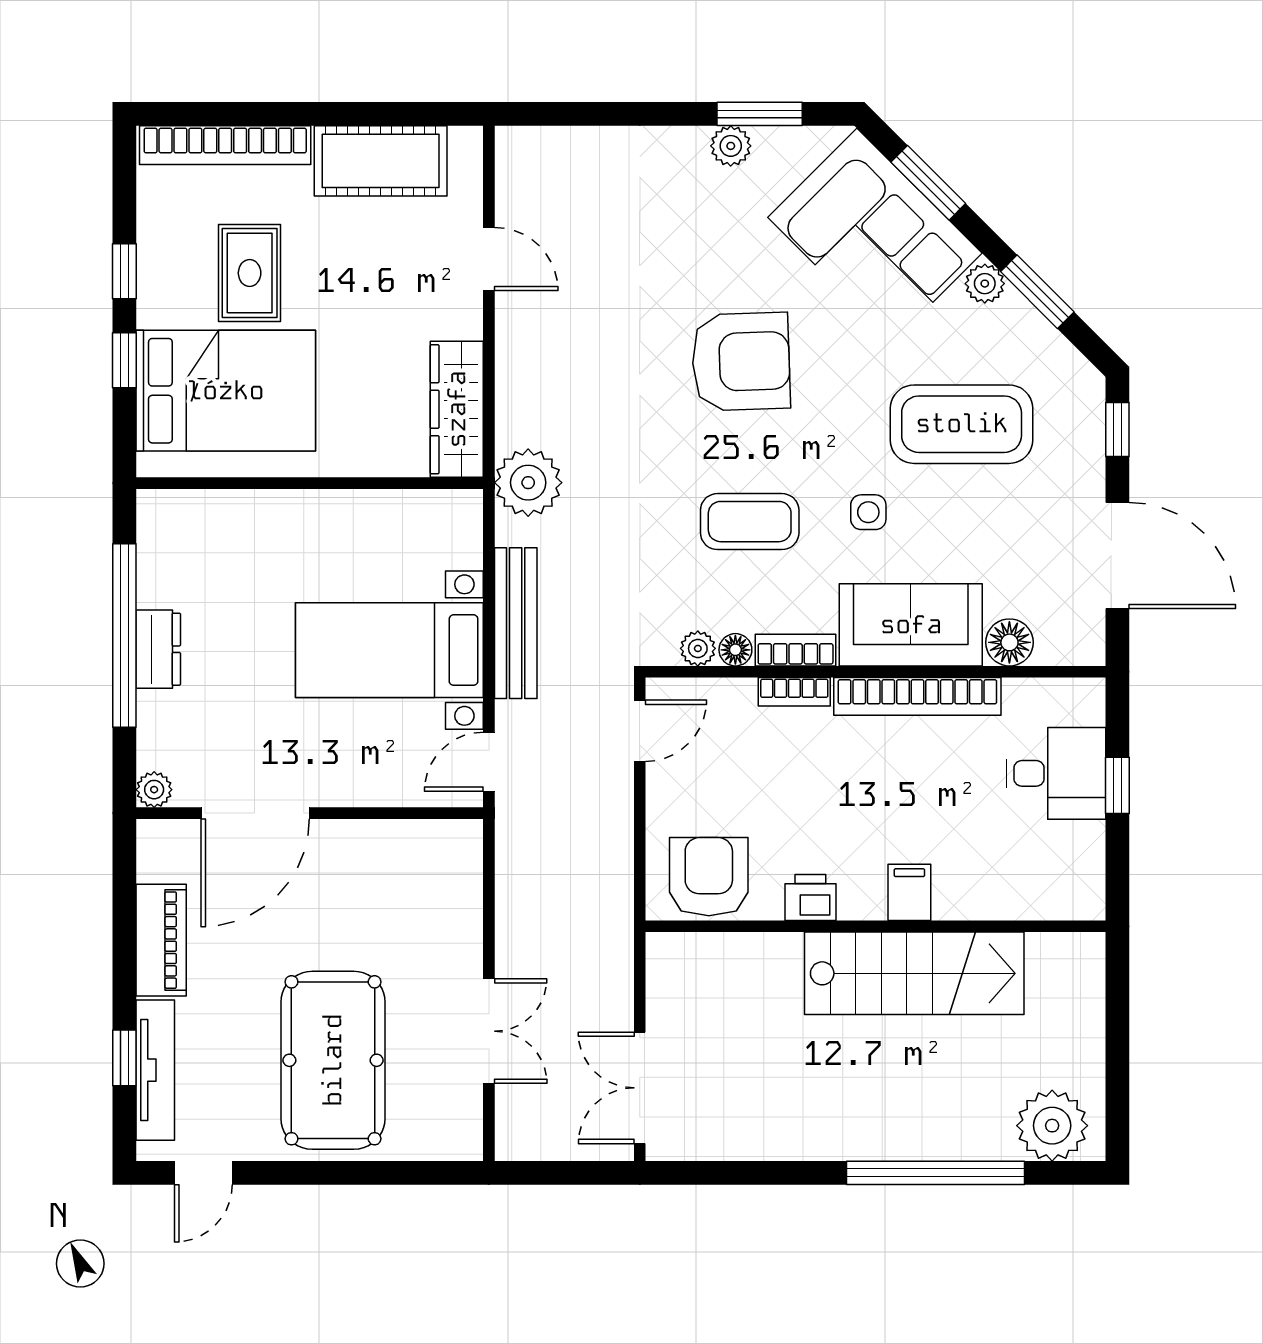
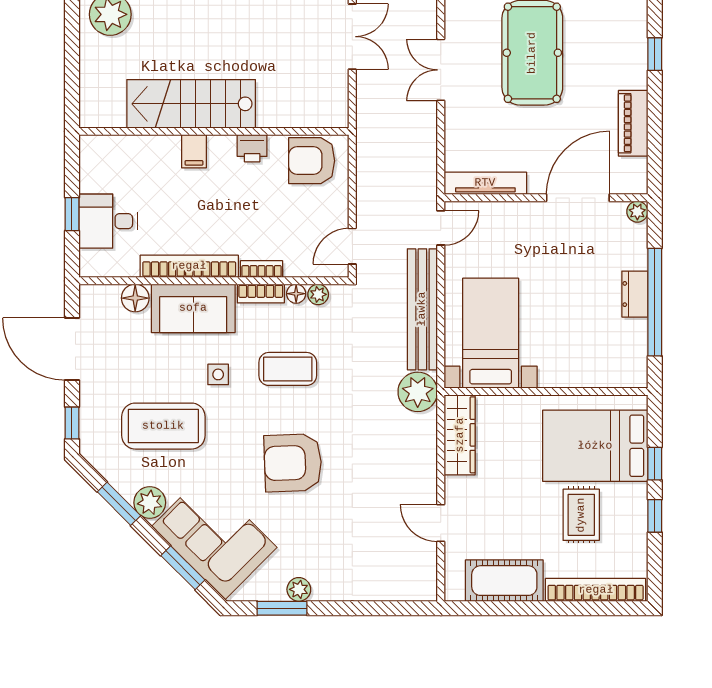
plant: (985, 284) -> (150, 503), width x1.38, depth x1.38
bench: (516, 623) -> (422, 309), width x1.37, depth x1.21
bed with nightstands: (389, 650) -> (491, 333), moved, turned -90
armchair: (709, 877) -> (312, 161), turned 90
tv unit: (155, 1070) -> (485, 183), moved, turned 90

